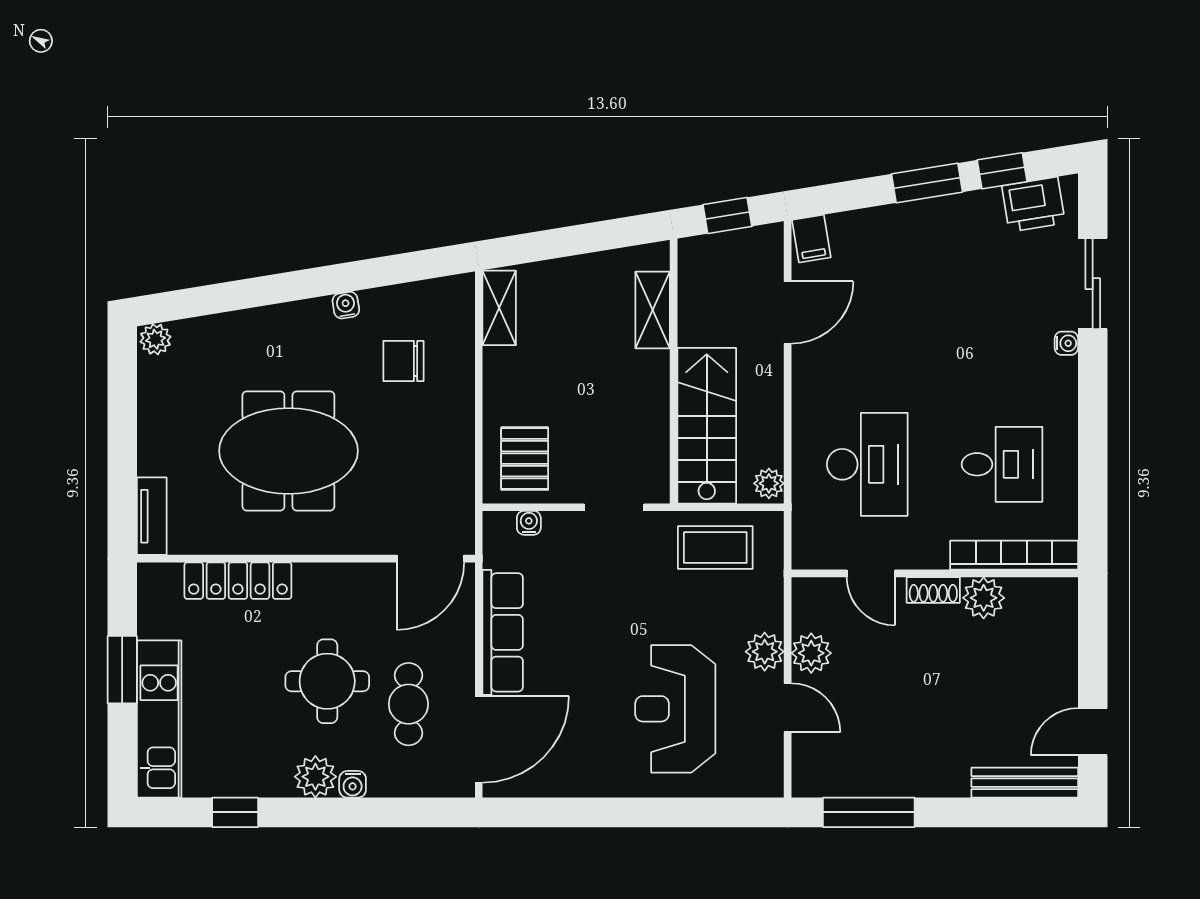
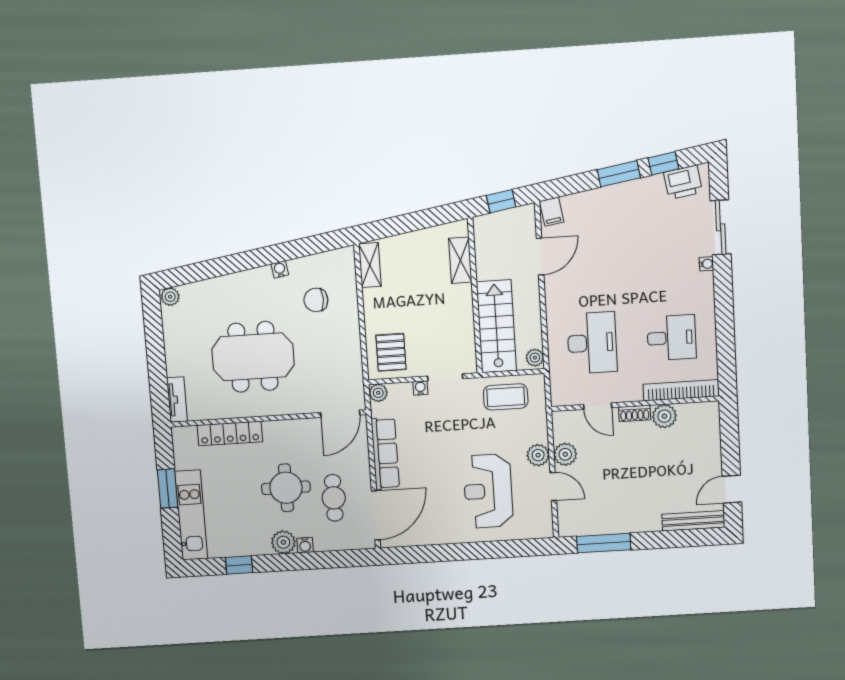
water cooler: (529, 523) -> (420, 388), moved
plant: (498, 527) -> (378, 393), added

